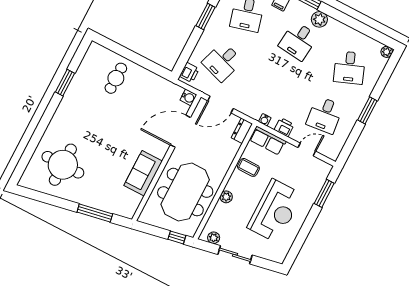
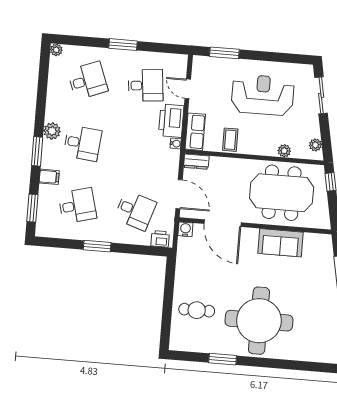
printer: (284, 127) -> (171, 121), width x1.87, depth x1.48
round table: (63, 165) -> (259, 321), moved, width x1.36, depth x1.36
plant: (226, 197) -> (284, 151), moved
sliding door: (235, 255) -> (321, 95), moved

